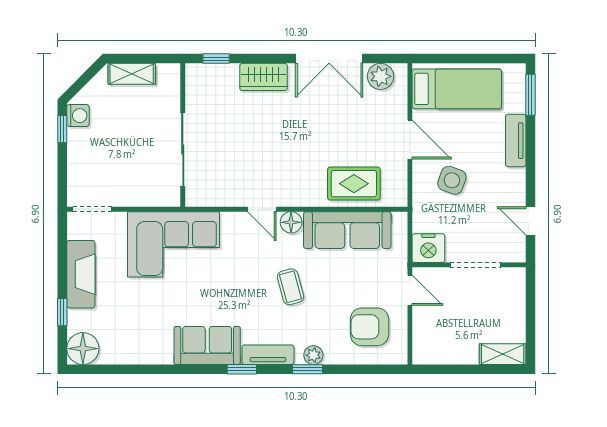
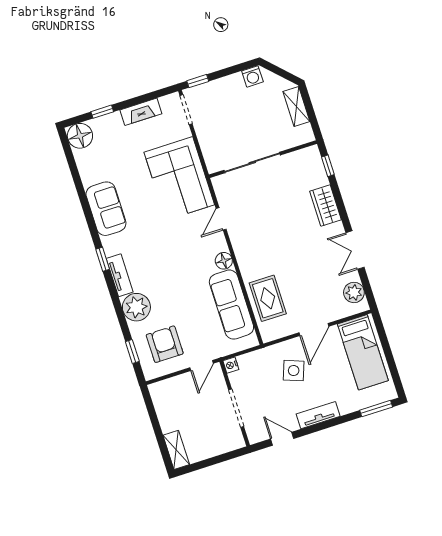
double door: (329, 59) -> (355, 250), width x0.73
window: (62, 129) -> (198, 81), moved
tv unit: (516, 141) -> (318, 415), moved
door: (262, 209) -> (221, 219), moved
door: (530, 221) -> (282, 439), hinge flipped
nightstand: (428, 248) -> (231, 365), width x0.53, depth x0.56
fireplace: (81, 274) -> (141, 112), width x0.73, depth x0.76
coffee table: (290, 287) -> (176, 276), removed
sofa: (207, 345) -> (106, 209), moved
plant: (313, 355) -> (136, 307), width x1.88, depth x1.88
window: (307, 369) -> (132, 352), moved

